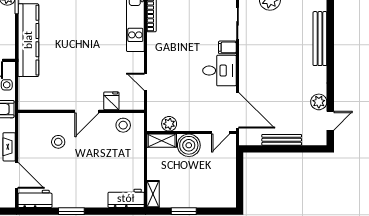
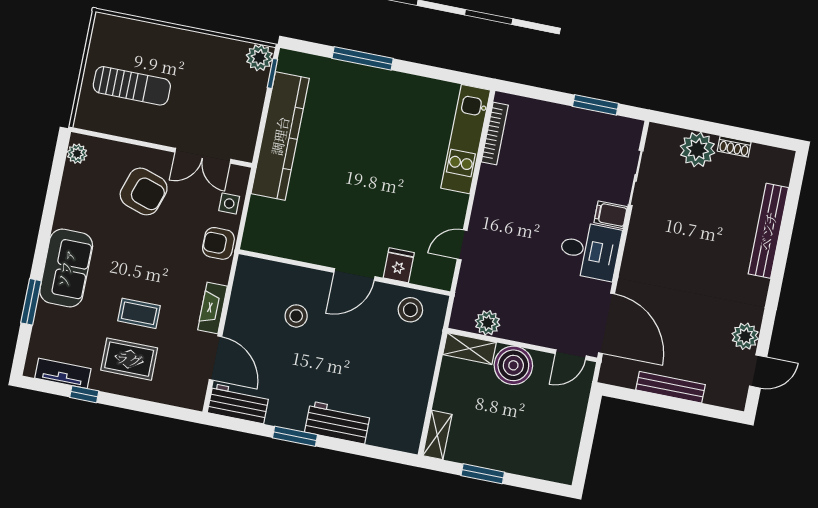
door: (145, 82) -> (462, 245), hinge flipped
workbench: (126, 198) -> (338, 422), moved

